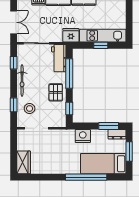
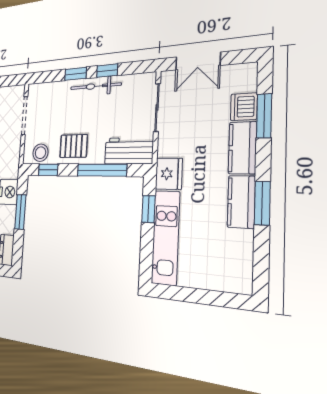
window: (101, 45) -> (148, 209), moved
window: (14, 63) -> (107, 71), moved
window: (14, 105) -> (76, 74), moved
stool: (30, 109) -> (40, 153), moved
window: (109, 126) -> (20, 212), moved

